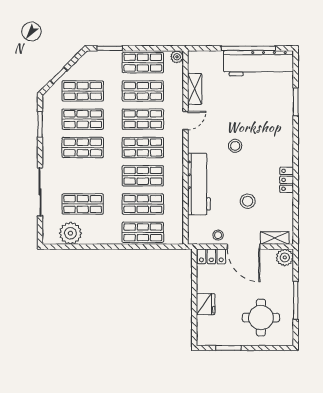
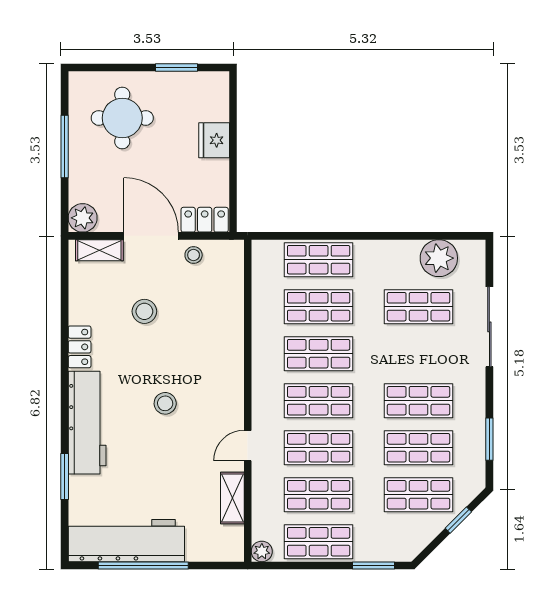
workbench: (199, 184) -> (87, 423), moved, turned 180

